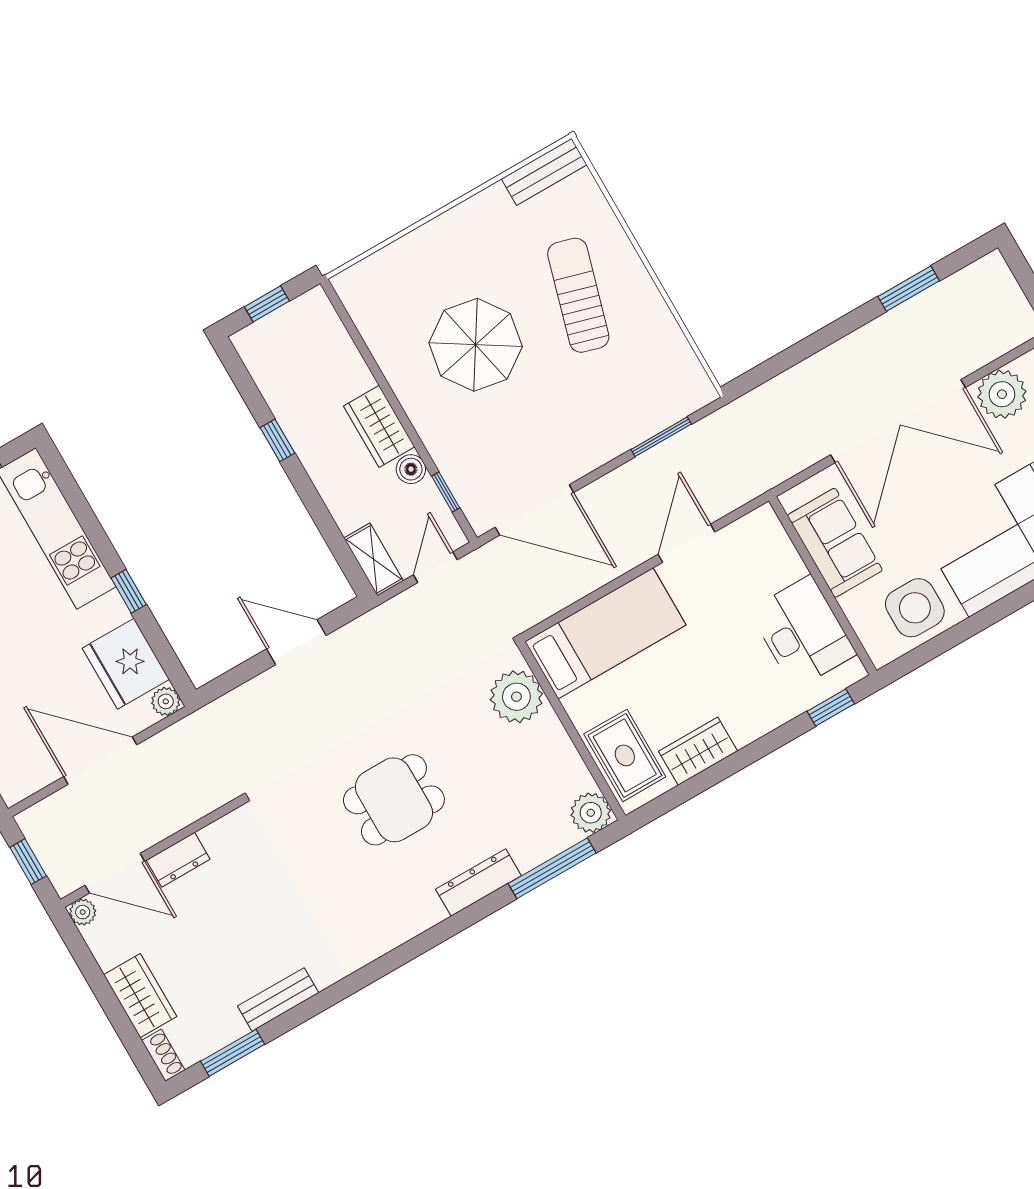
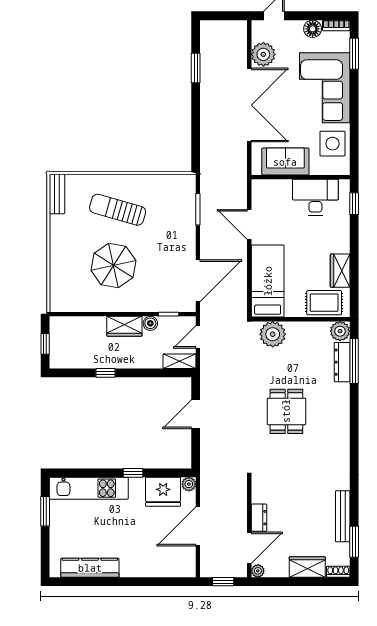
door: (435, 567) -> (198, 337), hinge flipped
dresser: (478, 883) -> (342, 362), moved
bench: (278, 999) -> (343, 516), width x1.36

